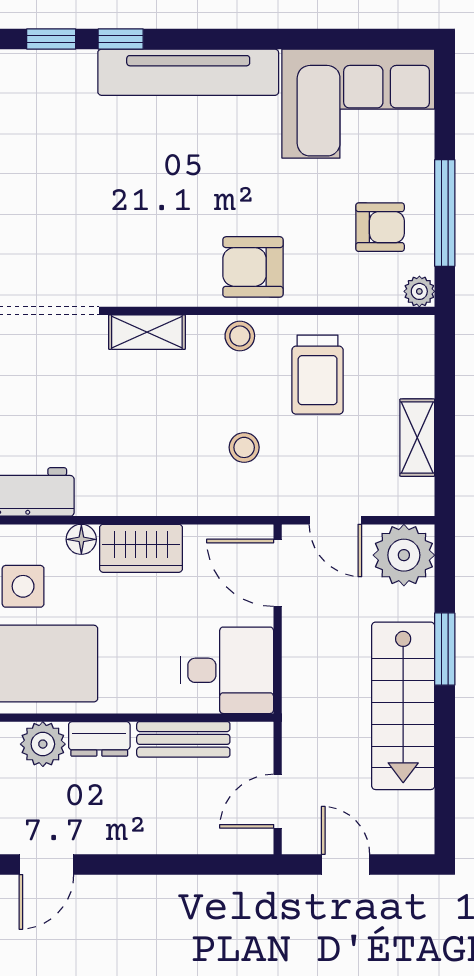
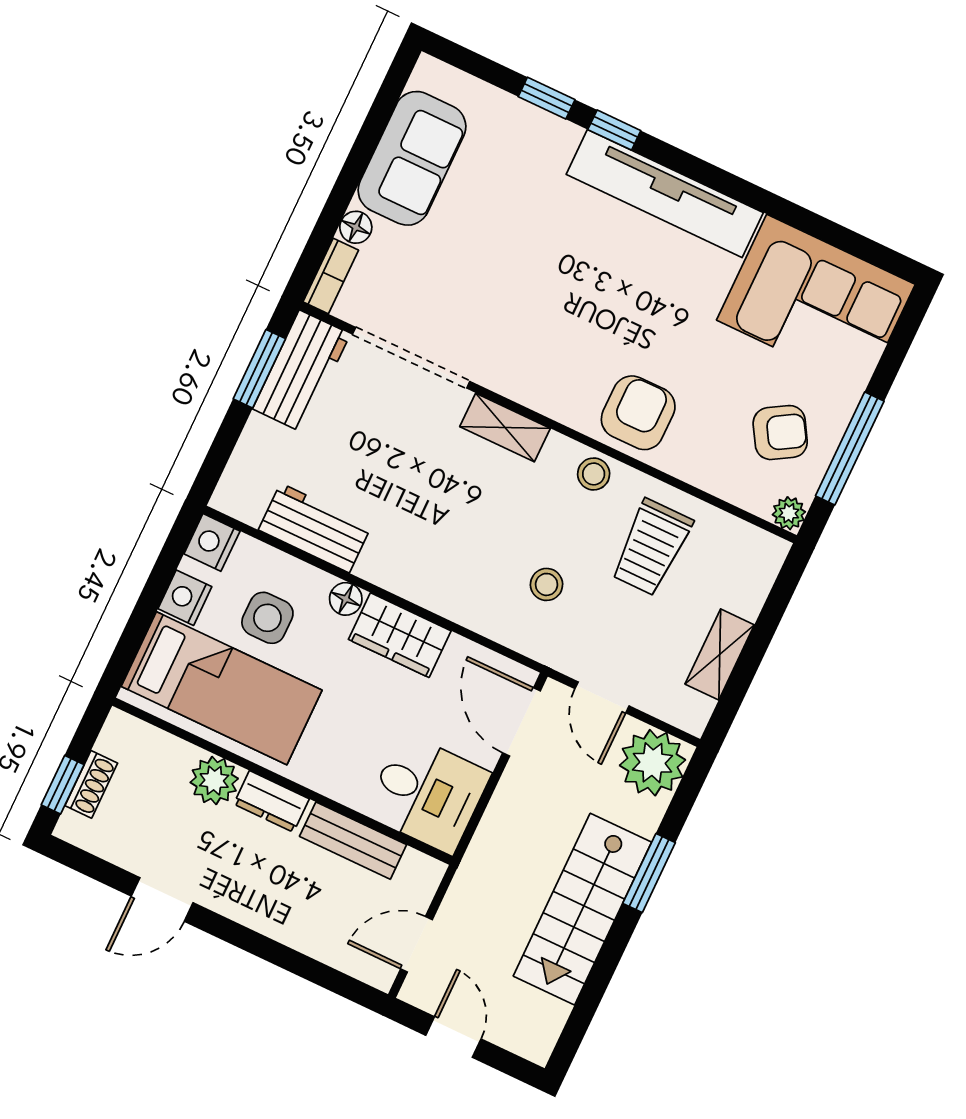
armchair: (380, 227) -> (780, 433), turned -31
armchair: (253, 267) -> (638, 413), turned 90

